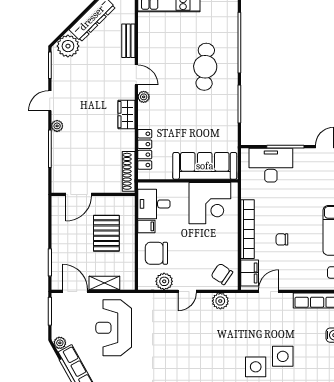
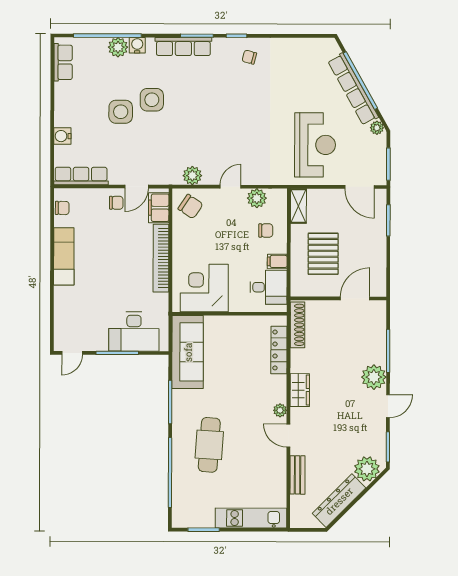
plant: (57, 126) -> (374, 377), width x1.87, depth x1.87
sofa: (205, 166) -> (188, 352), moved, turned -90
chair: (282, 239) -> (116, 203), moved
chair: (156, 253) -> (266, 231), width x0.54, depth x0.54
shelving: (104, 283) -> (298, 206), moved, turned 90

